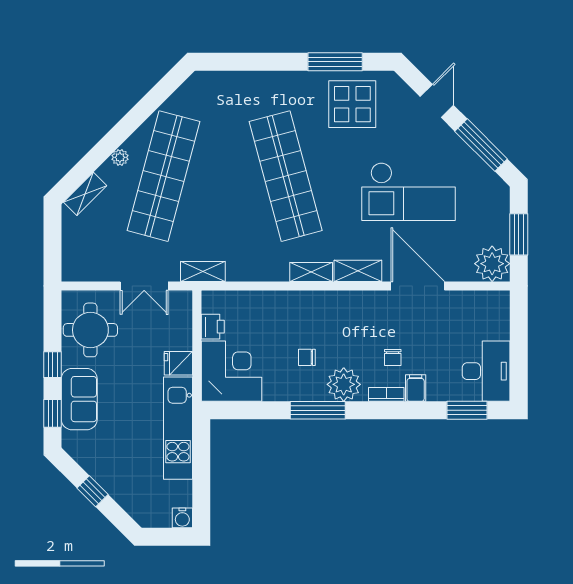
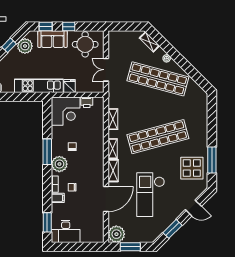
window: (481, 145) -> (172, 229), width x0.69
shelving: (203, 271) -> (113, 119), moved
plant: (94, 457) -> (25, 46), added

